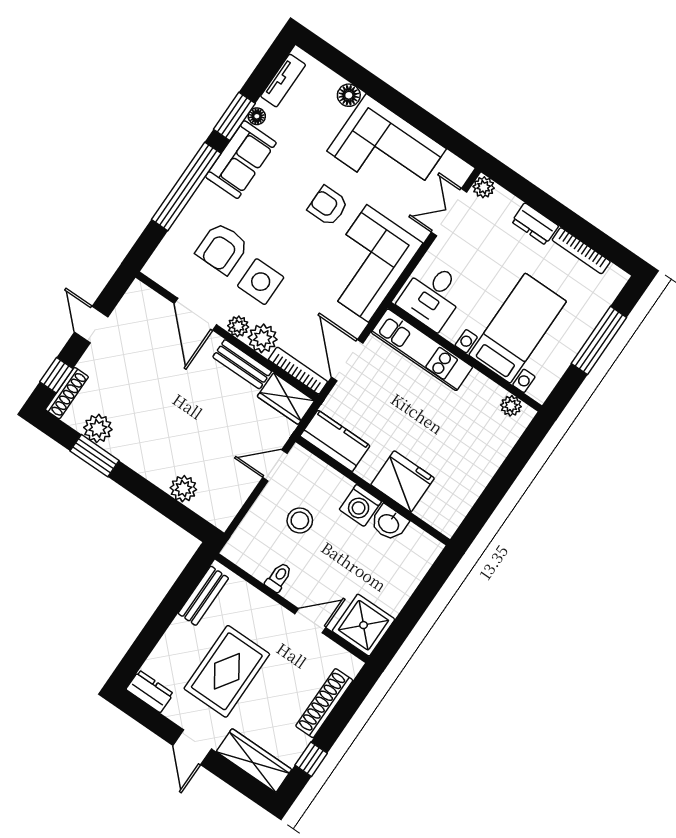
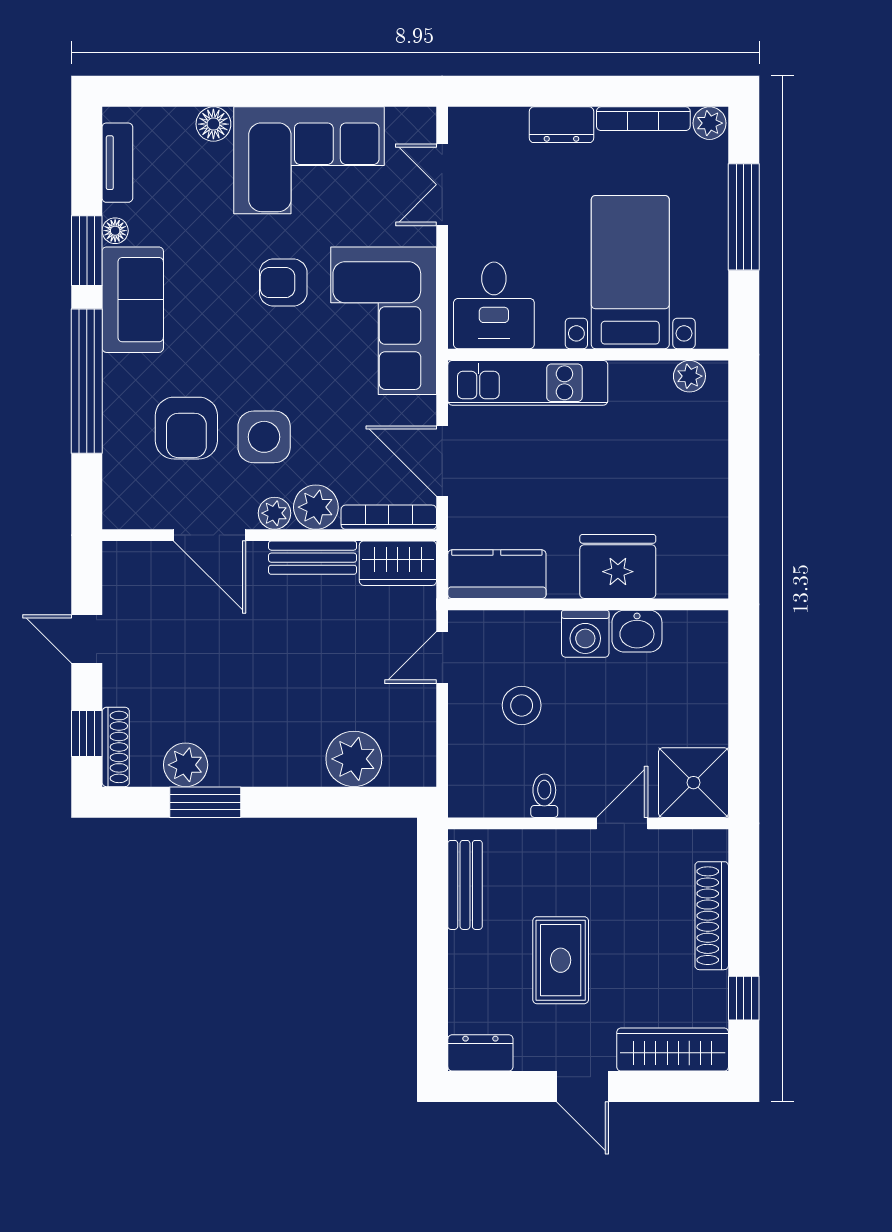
plant: (484, 187) -> (709, 123), moved
plant: (183, 489) -> (354, 759), width x1.36, depth x1.36
rug: (227, 671) -> (561, 960), width x0.73, depth x0.70

